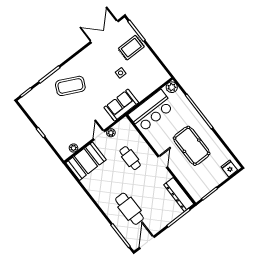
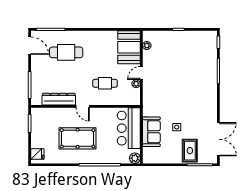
coffee table: (70, 86) -> (197, 80), removed
sofa: (121, 105) -> (151, 132), moved
door: (99, 135) -> (141, 73), swing flipped
dresser: (179, 194) -> (59, 99), moved

